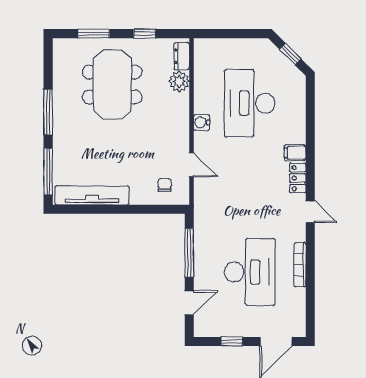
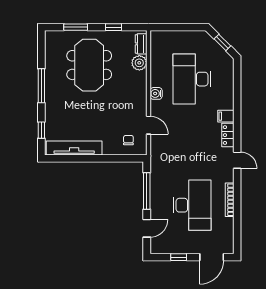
window: (48, 171) -> (41, 130), width x0.46

